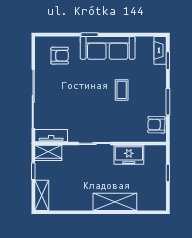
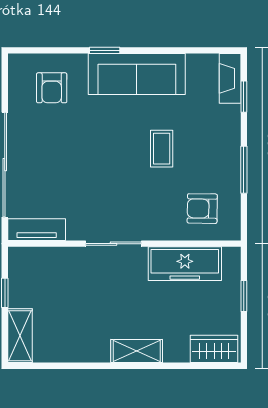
armchair: (60, 56) -> (52, 88), turned 90
armchair: (156, 125) -> (202, 209), moved
wardrobe: (48, 153) -> (214, 349), moved, turned 180
freezer: (129, 155) -> (185, 264), width x1.40
shelving: (115, 202) -> (137, 351), width x0.67, depth x0.75

